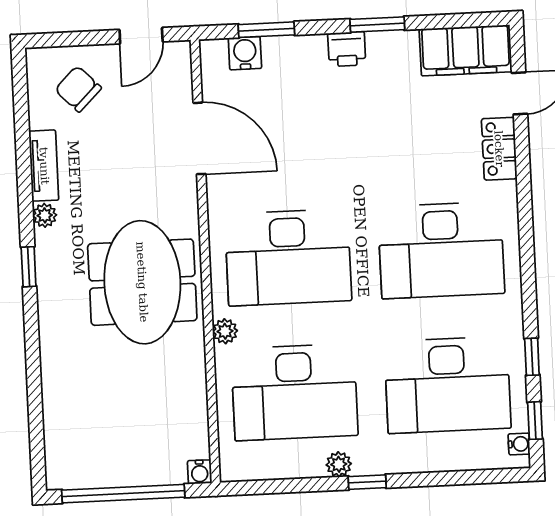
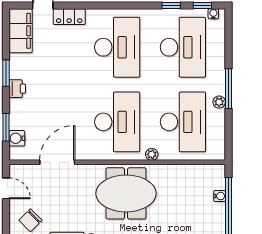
water cooler: (200, 472) -> (220, 196), moved
window: (367, 482) -> (228, 89), width x2.17

